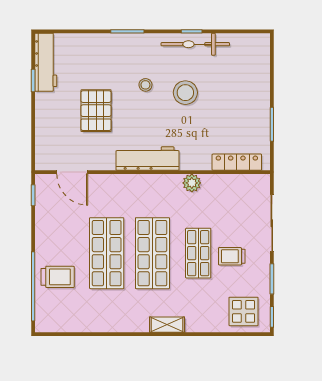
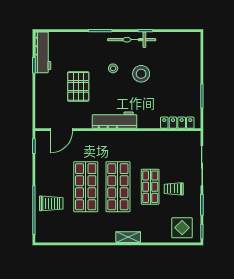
bicycle: (195, 44) -> (132, 40), moved
door: (72, 172) -> (62, 130), hinge flipped
plant: (192, 183) -> (146, 137), removed

